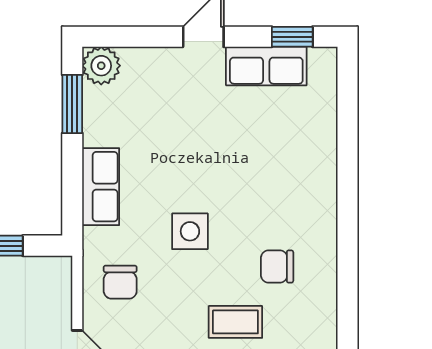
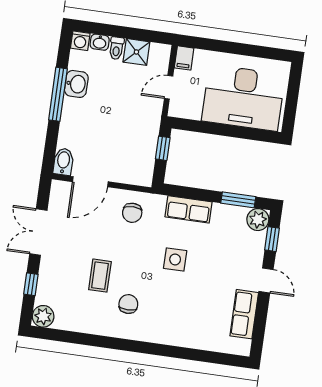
window: (292, 37) -> (272, 239), moved
side table: (190, 231) -> (175, 259), moved
chair: (120, 282) -> (132, 213), turned -90

